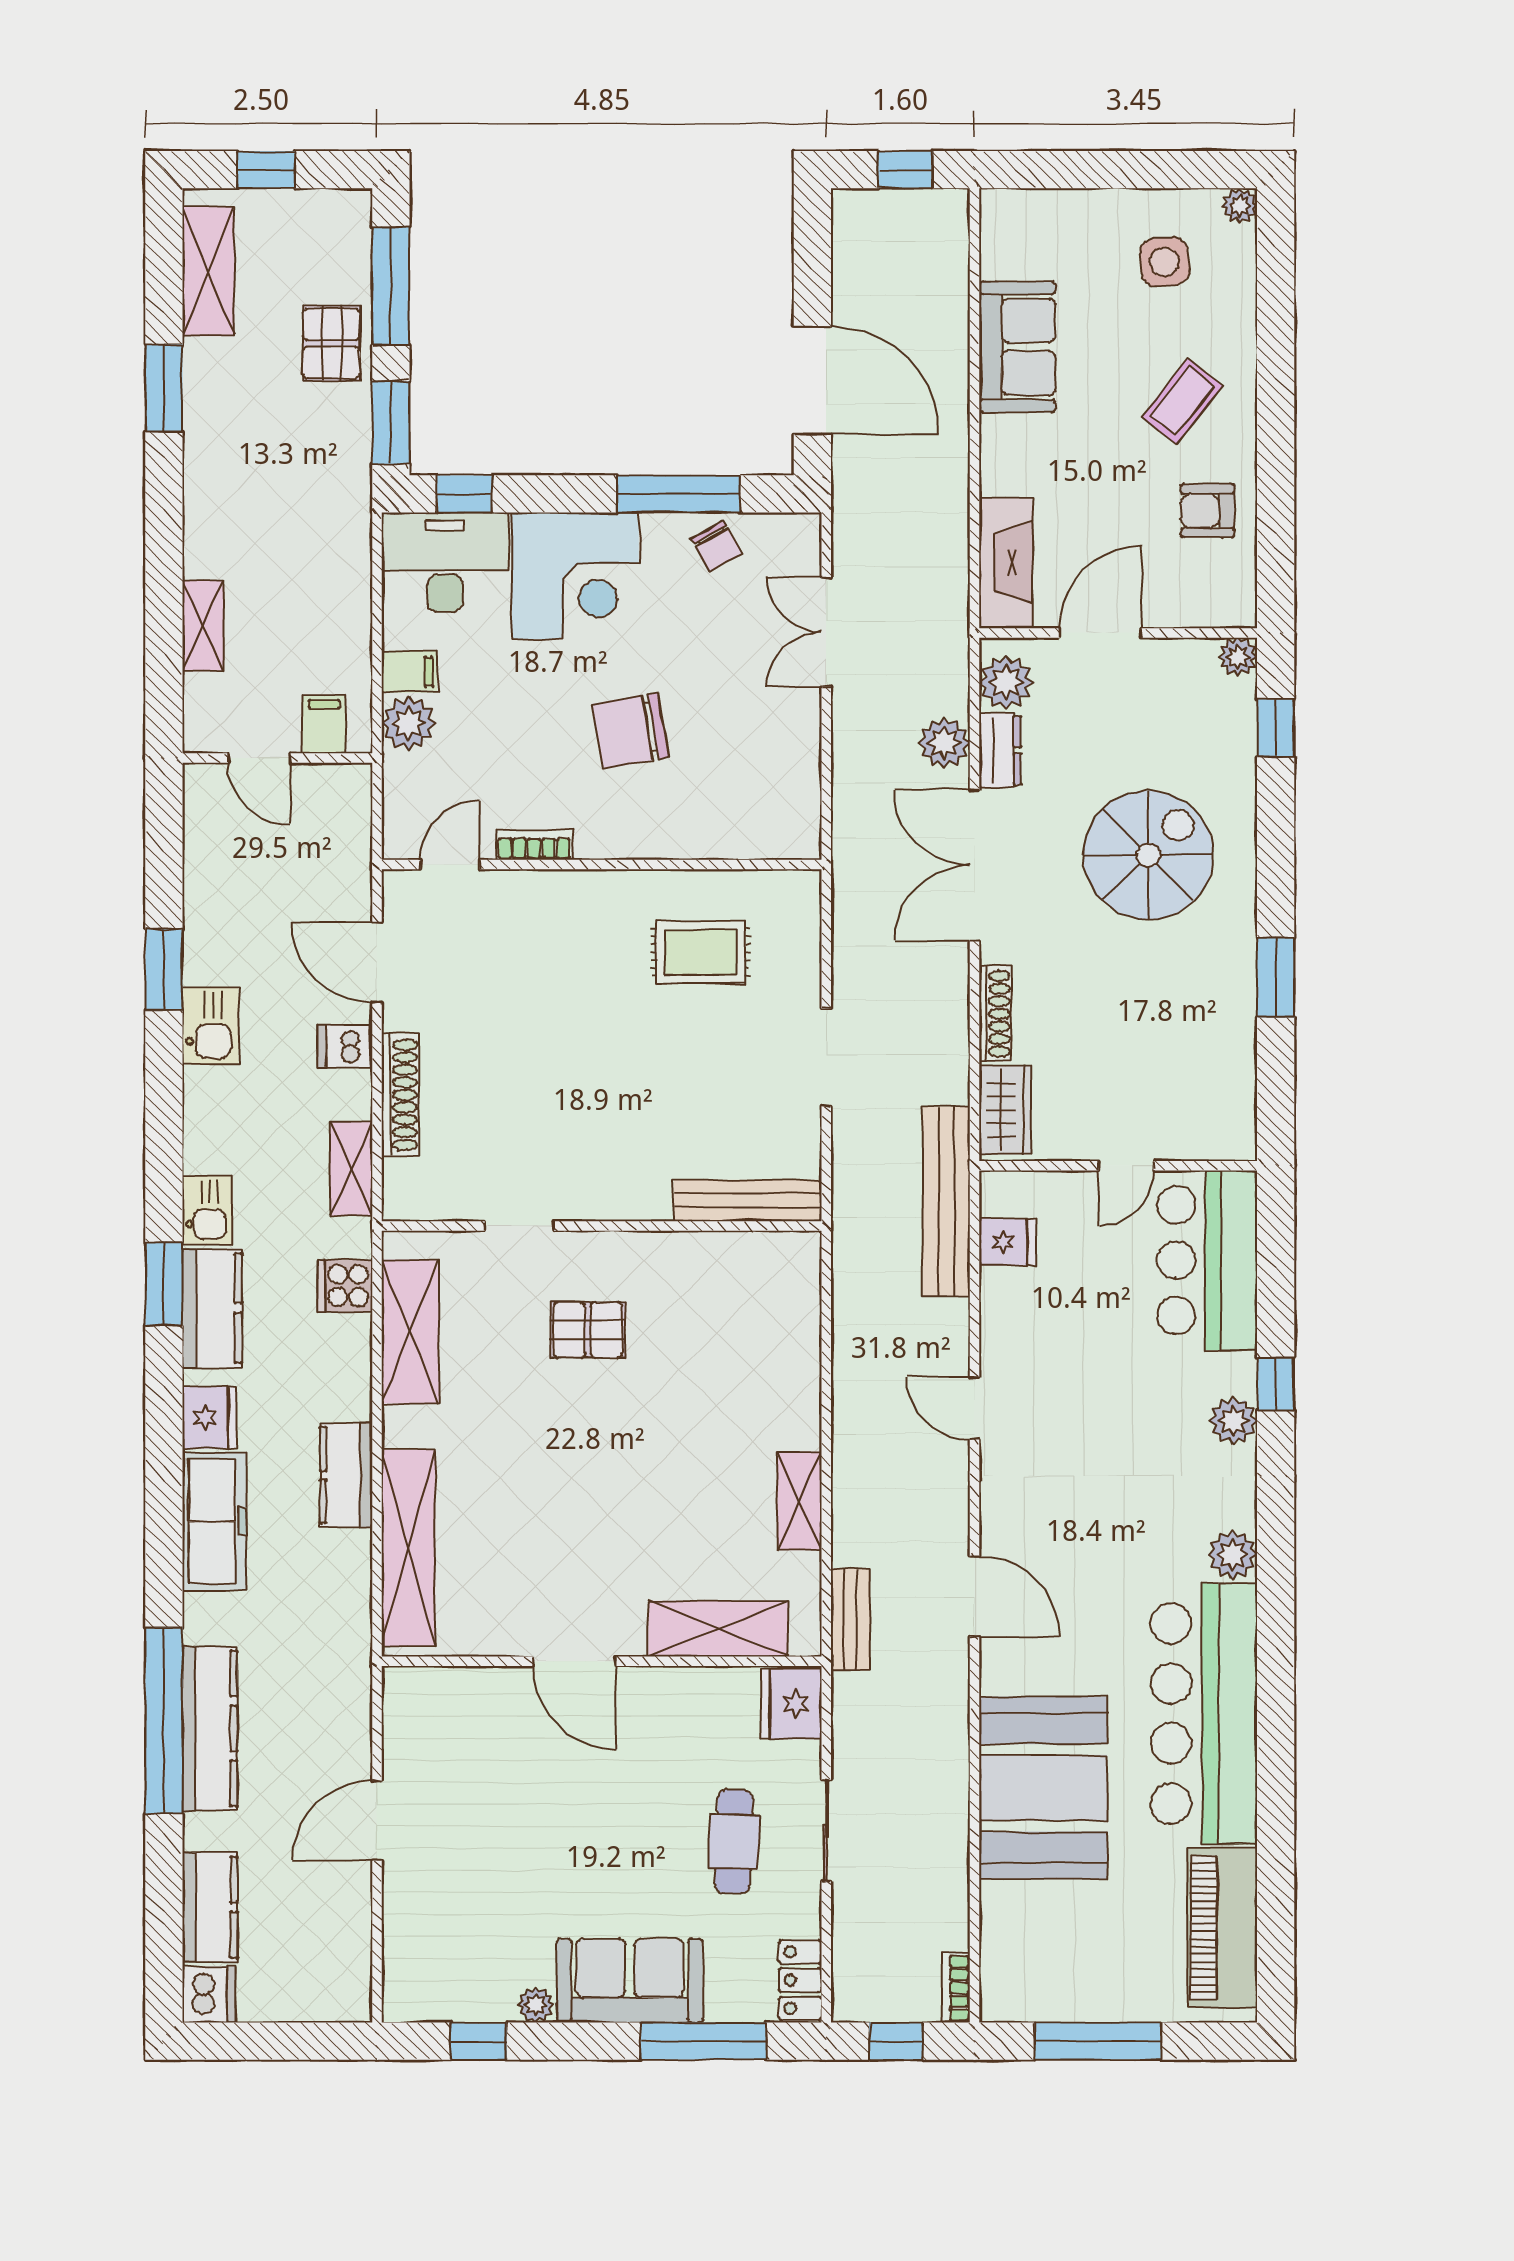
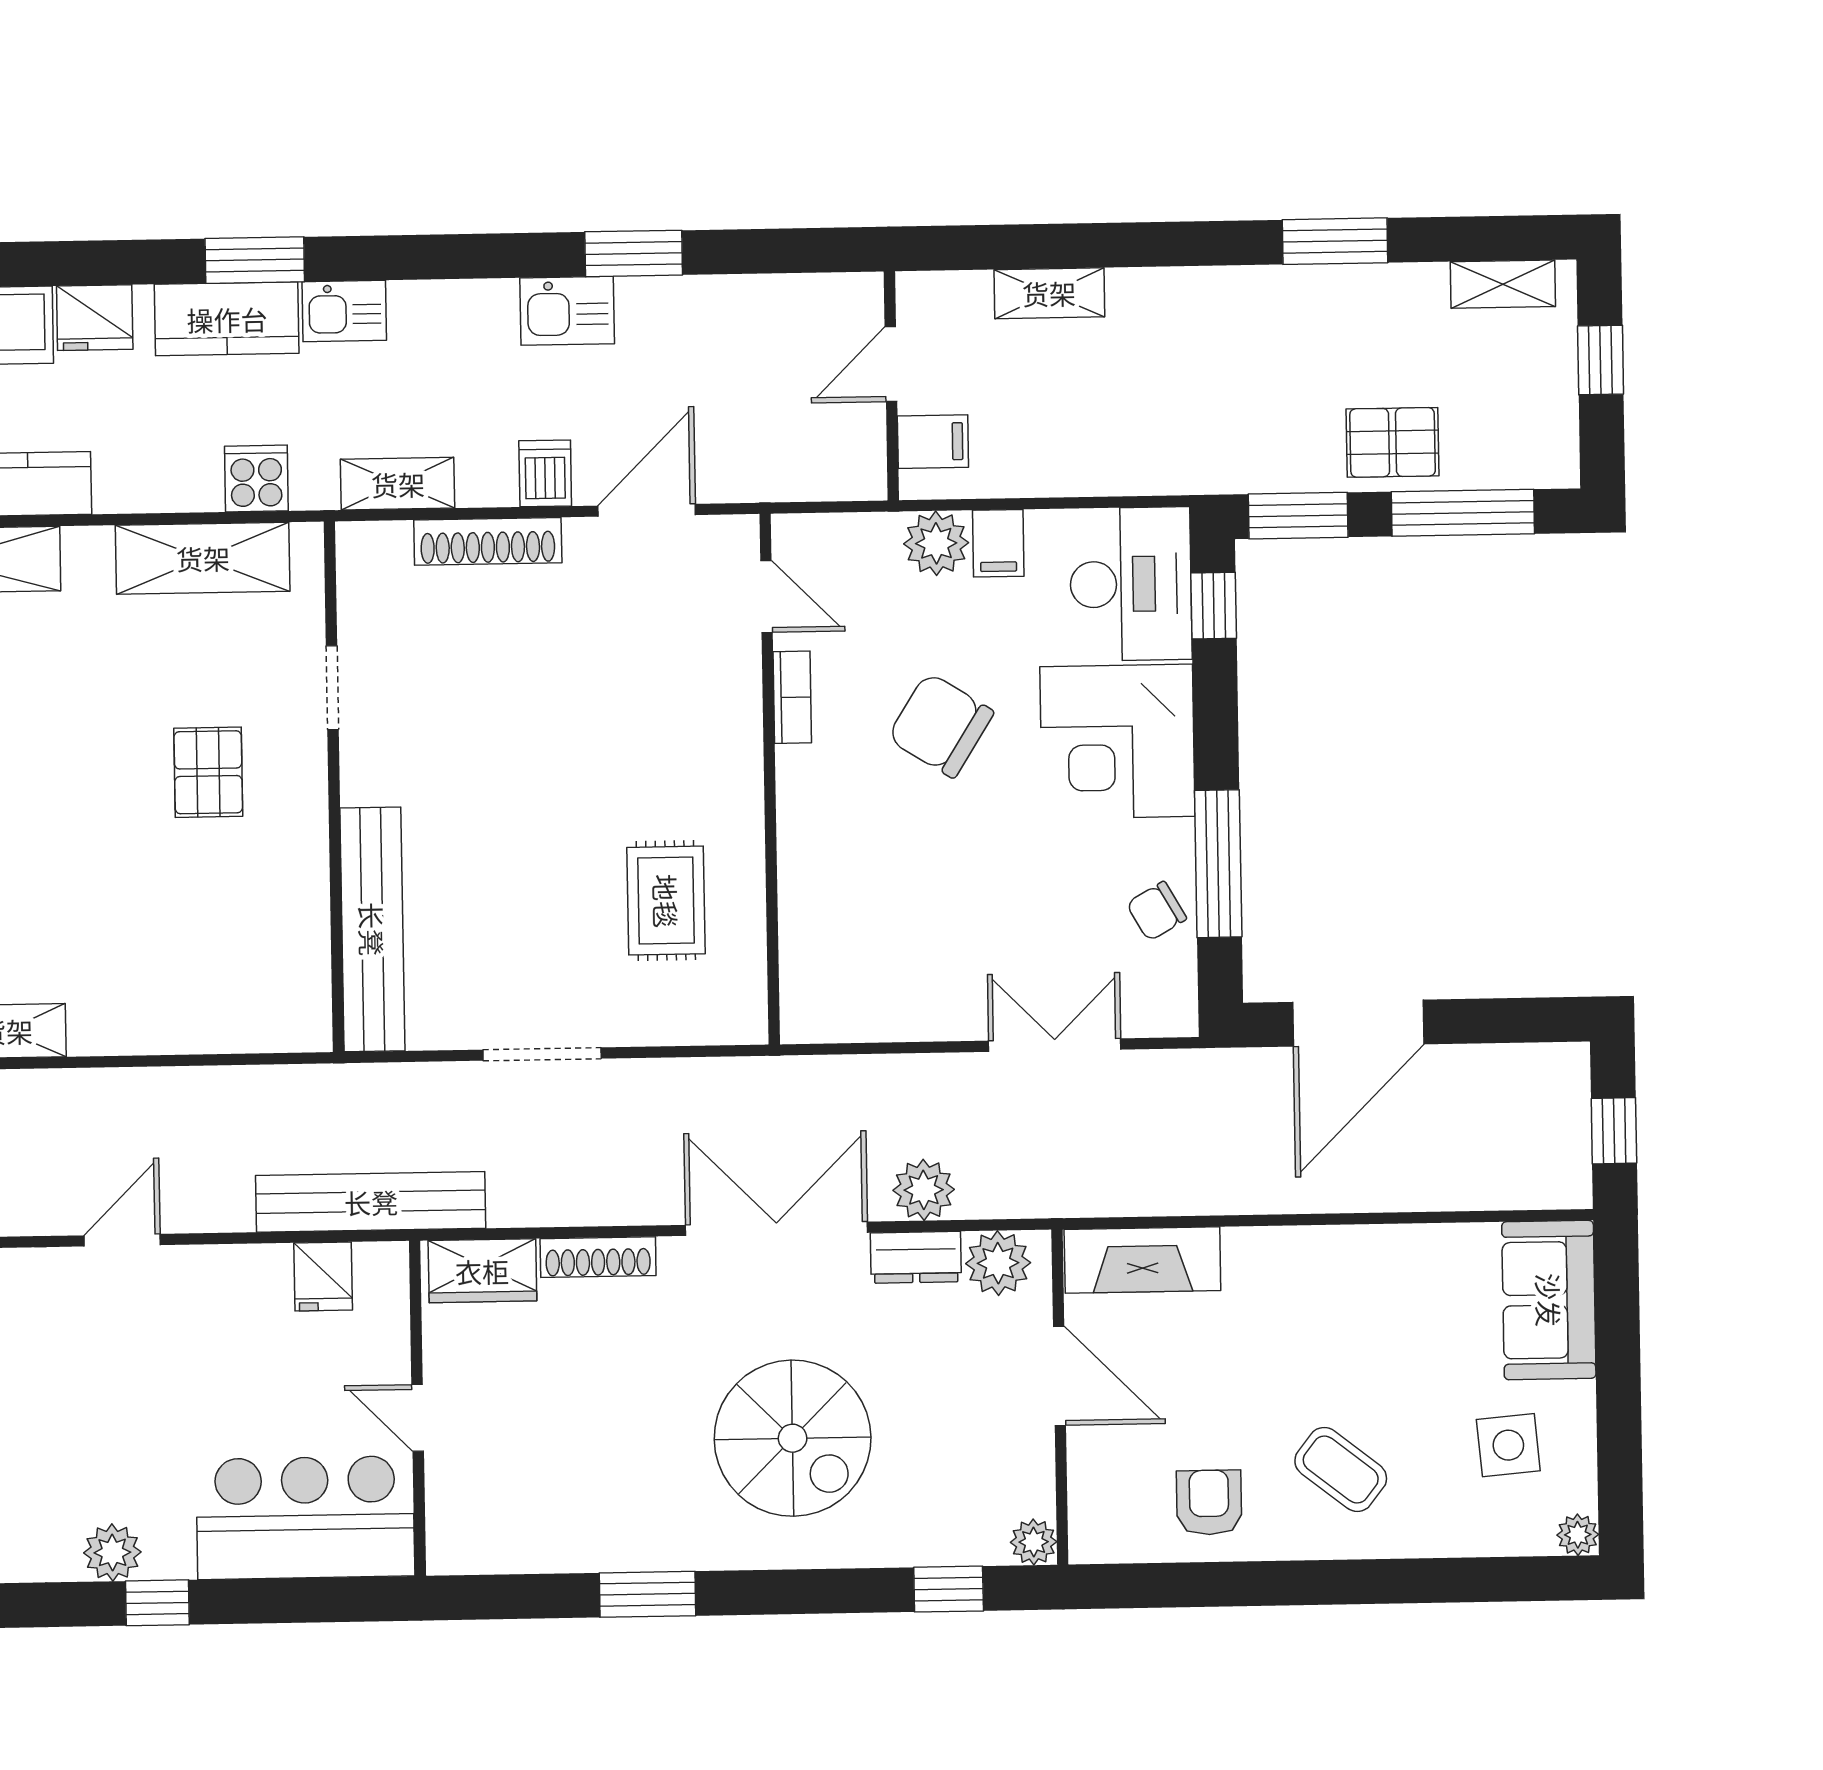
shelving: (208, 271) -> (1503, 284), width x0.67, depth x0.75
sofa: (1017, 347) -> (1549, 1300), moved, turned 90
chair: (631, 731) -> (941, 725), moved, turned -48
bench: (748, 1201) -> (372, 929), width x1.37, depth x1.21

